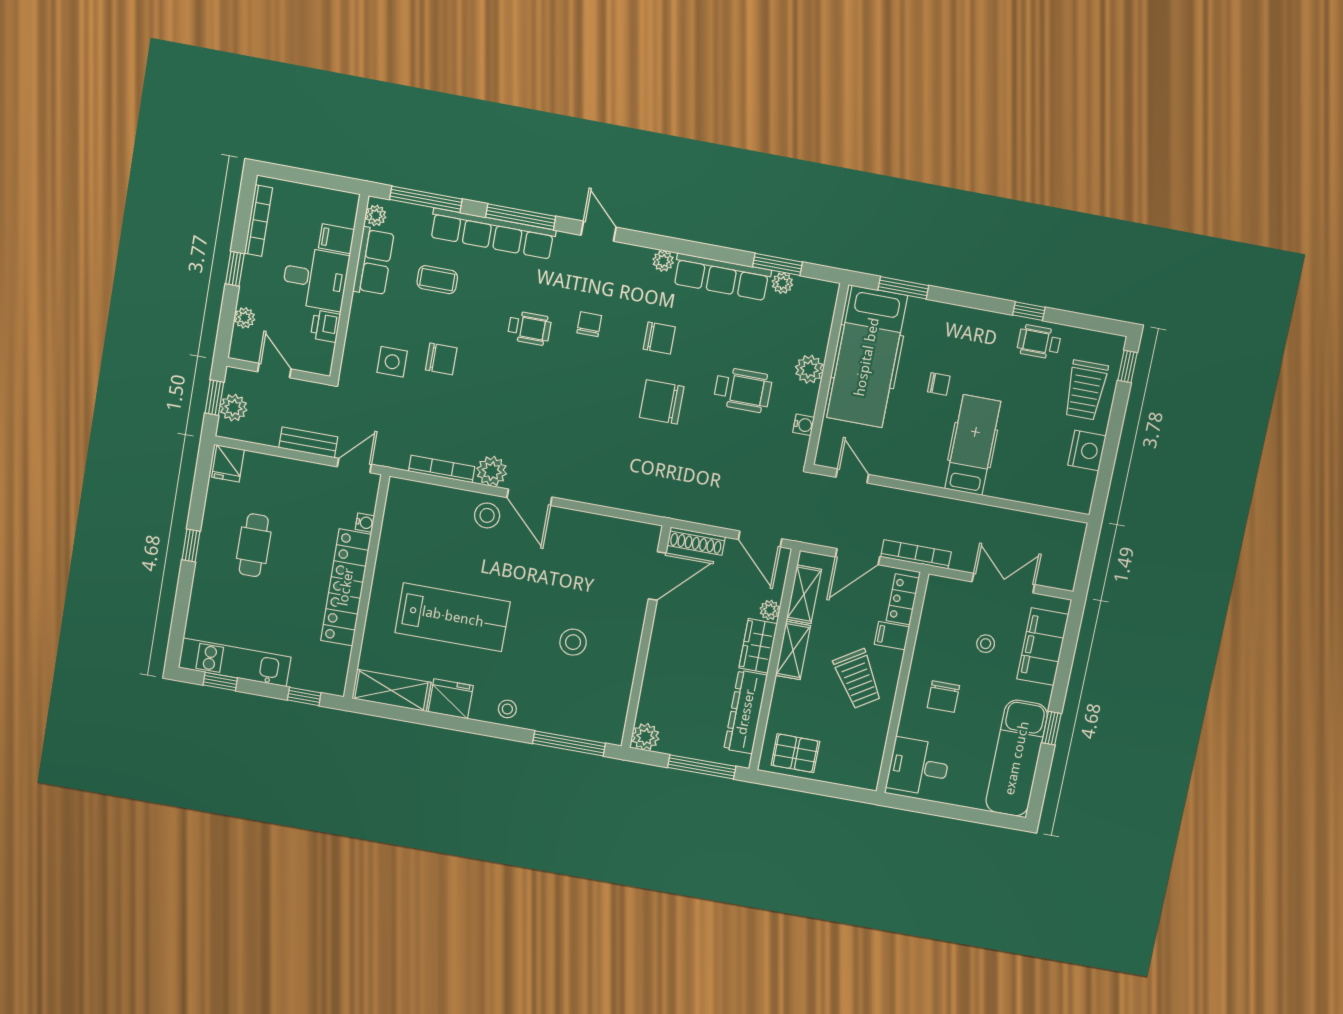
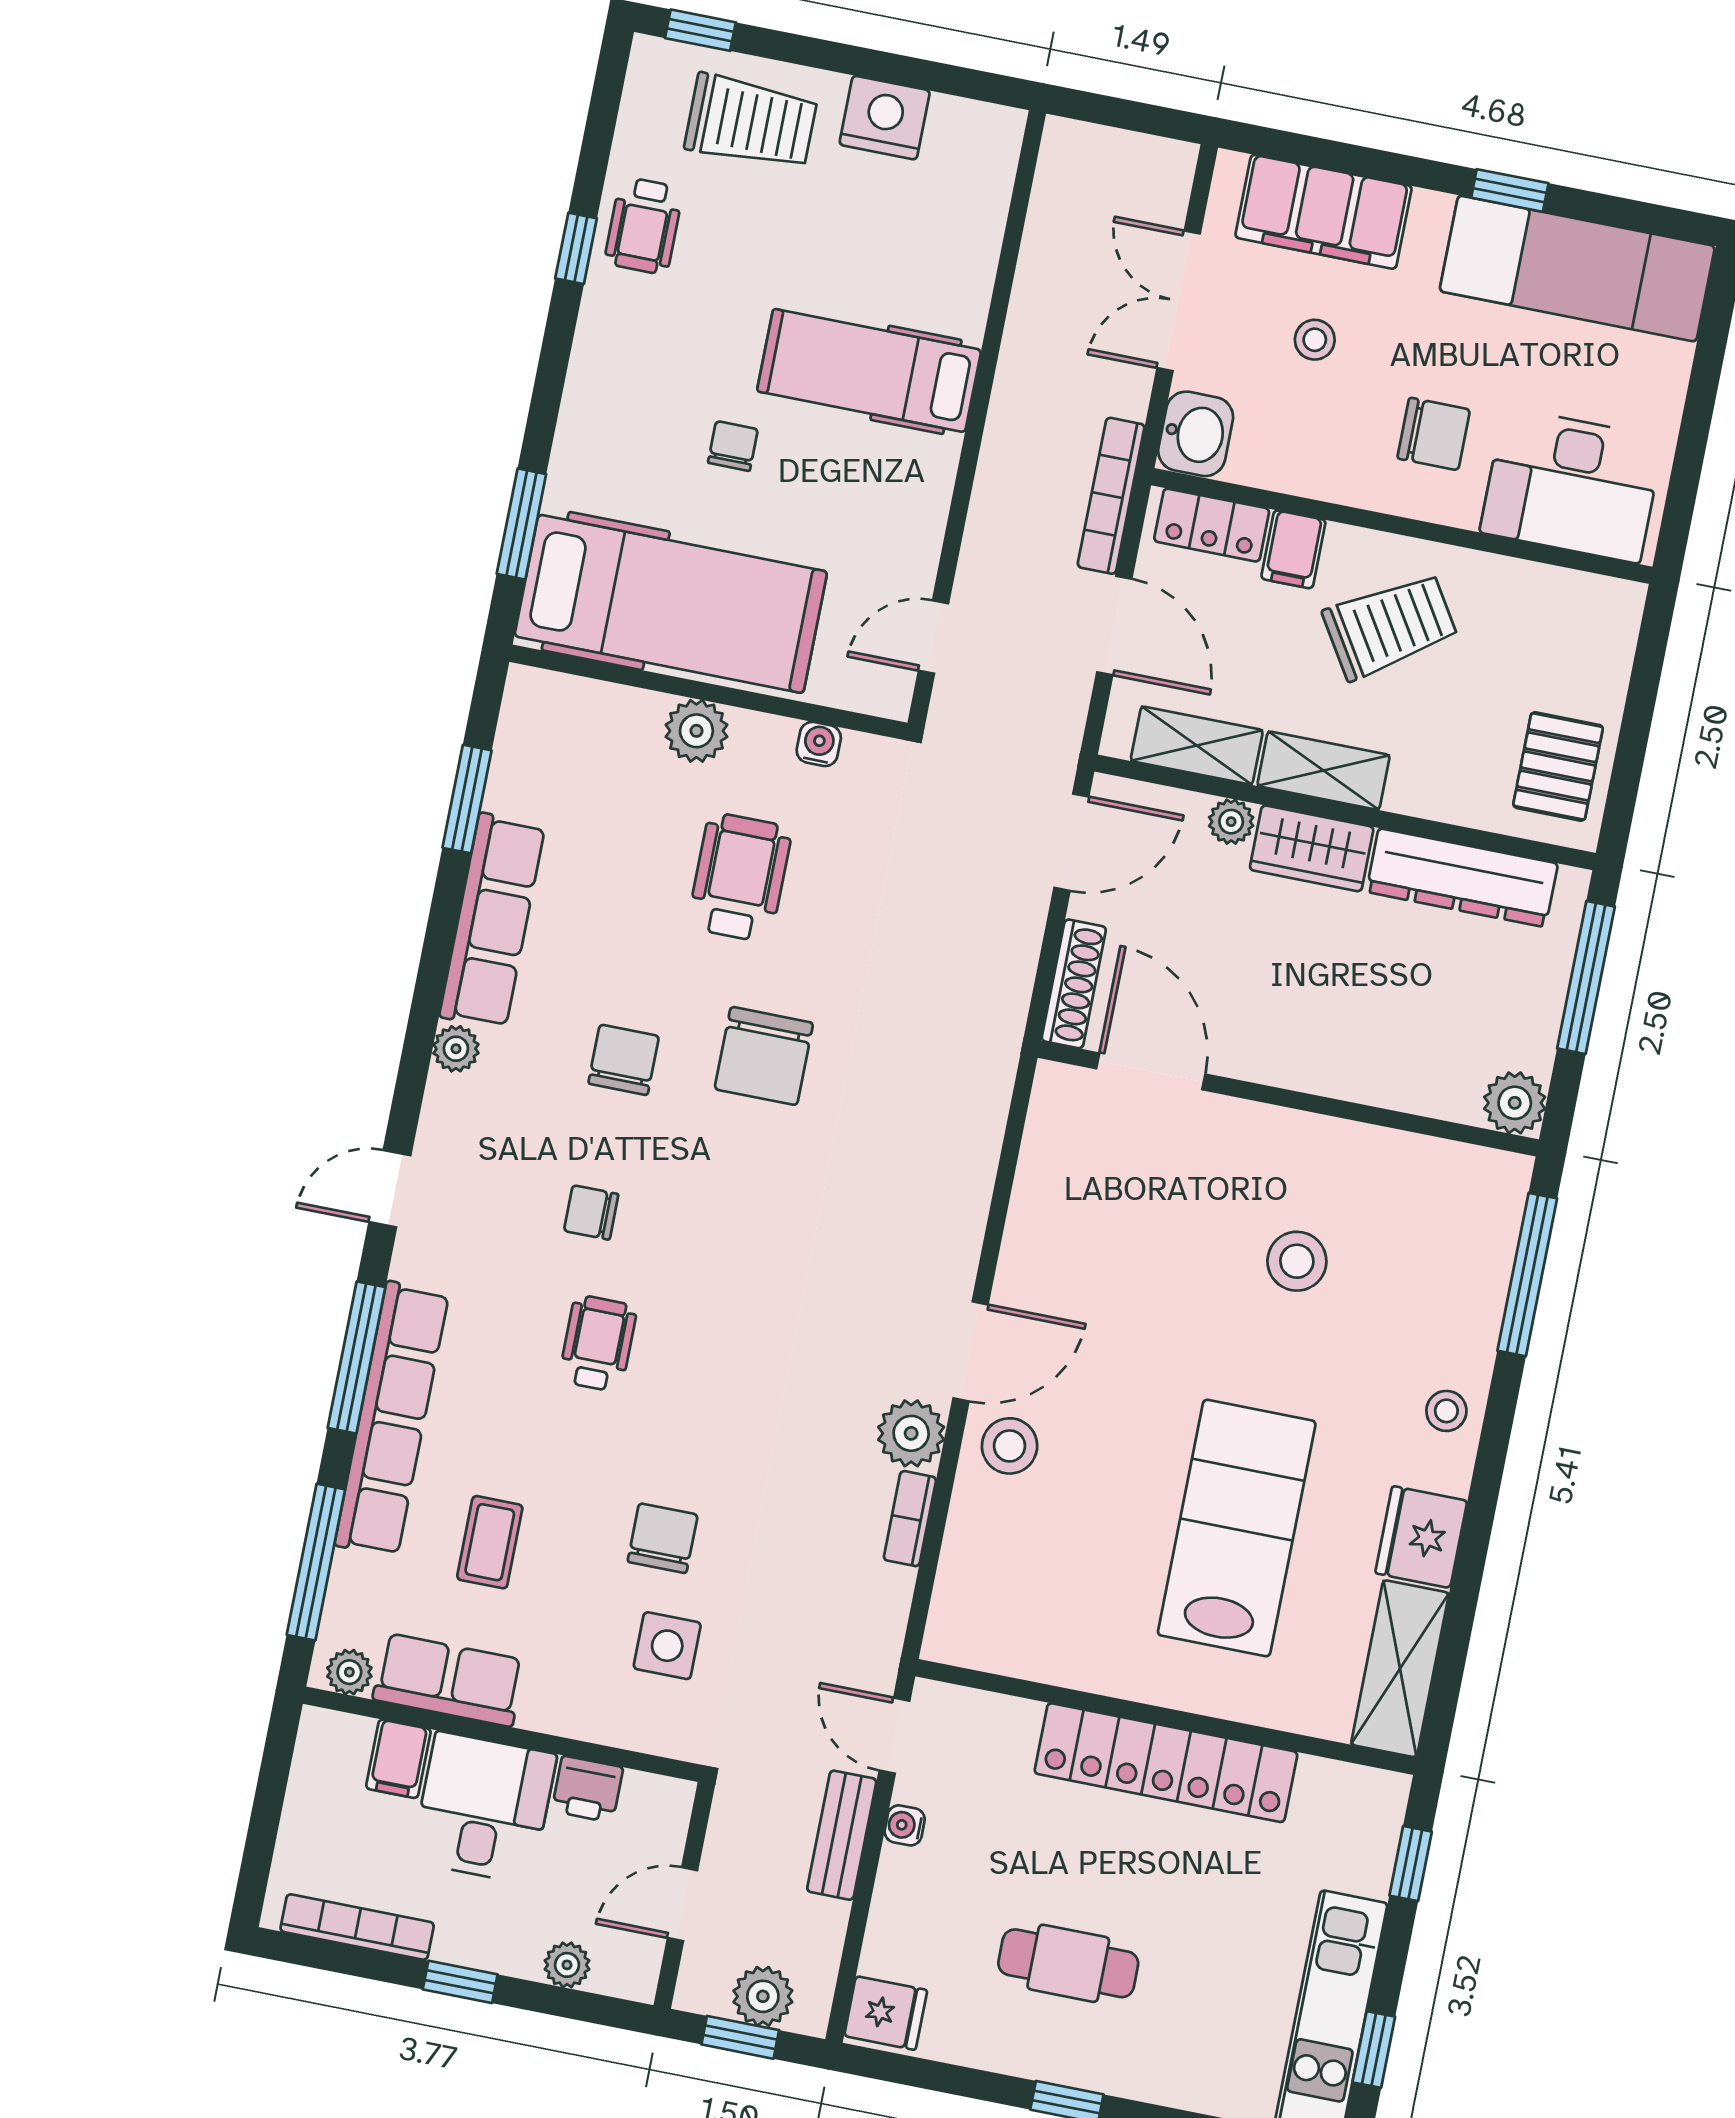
plant: (782, 283) -> (508, 789), removed
bookcase: (442, 469) -> (910, 1519), width x0.64
water cooler: (365, 523) -> (905, 1825), moved, turned -90
washbasin: (944, 592) -> (1196, 434), added
desk: (919, 767) -> (1572, 485), width x1.37

